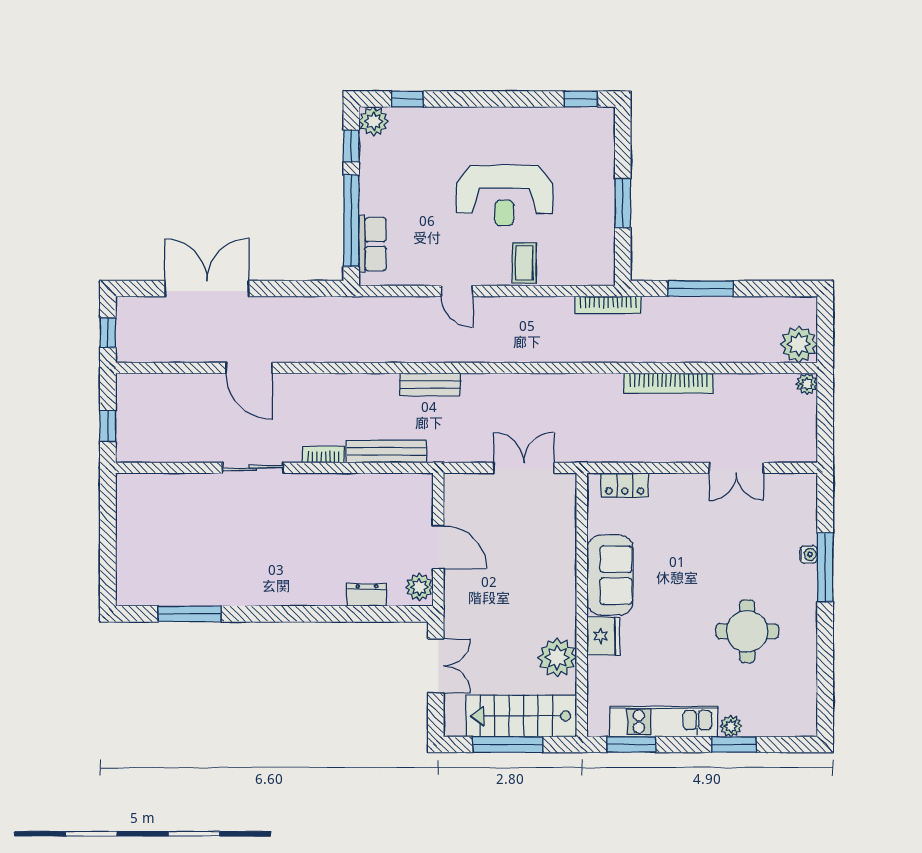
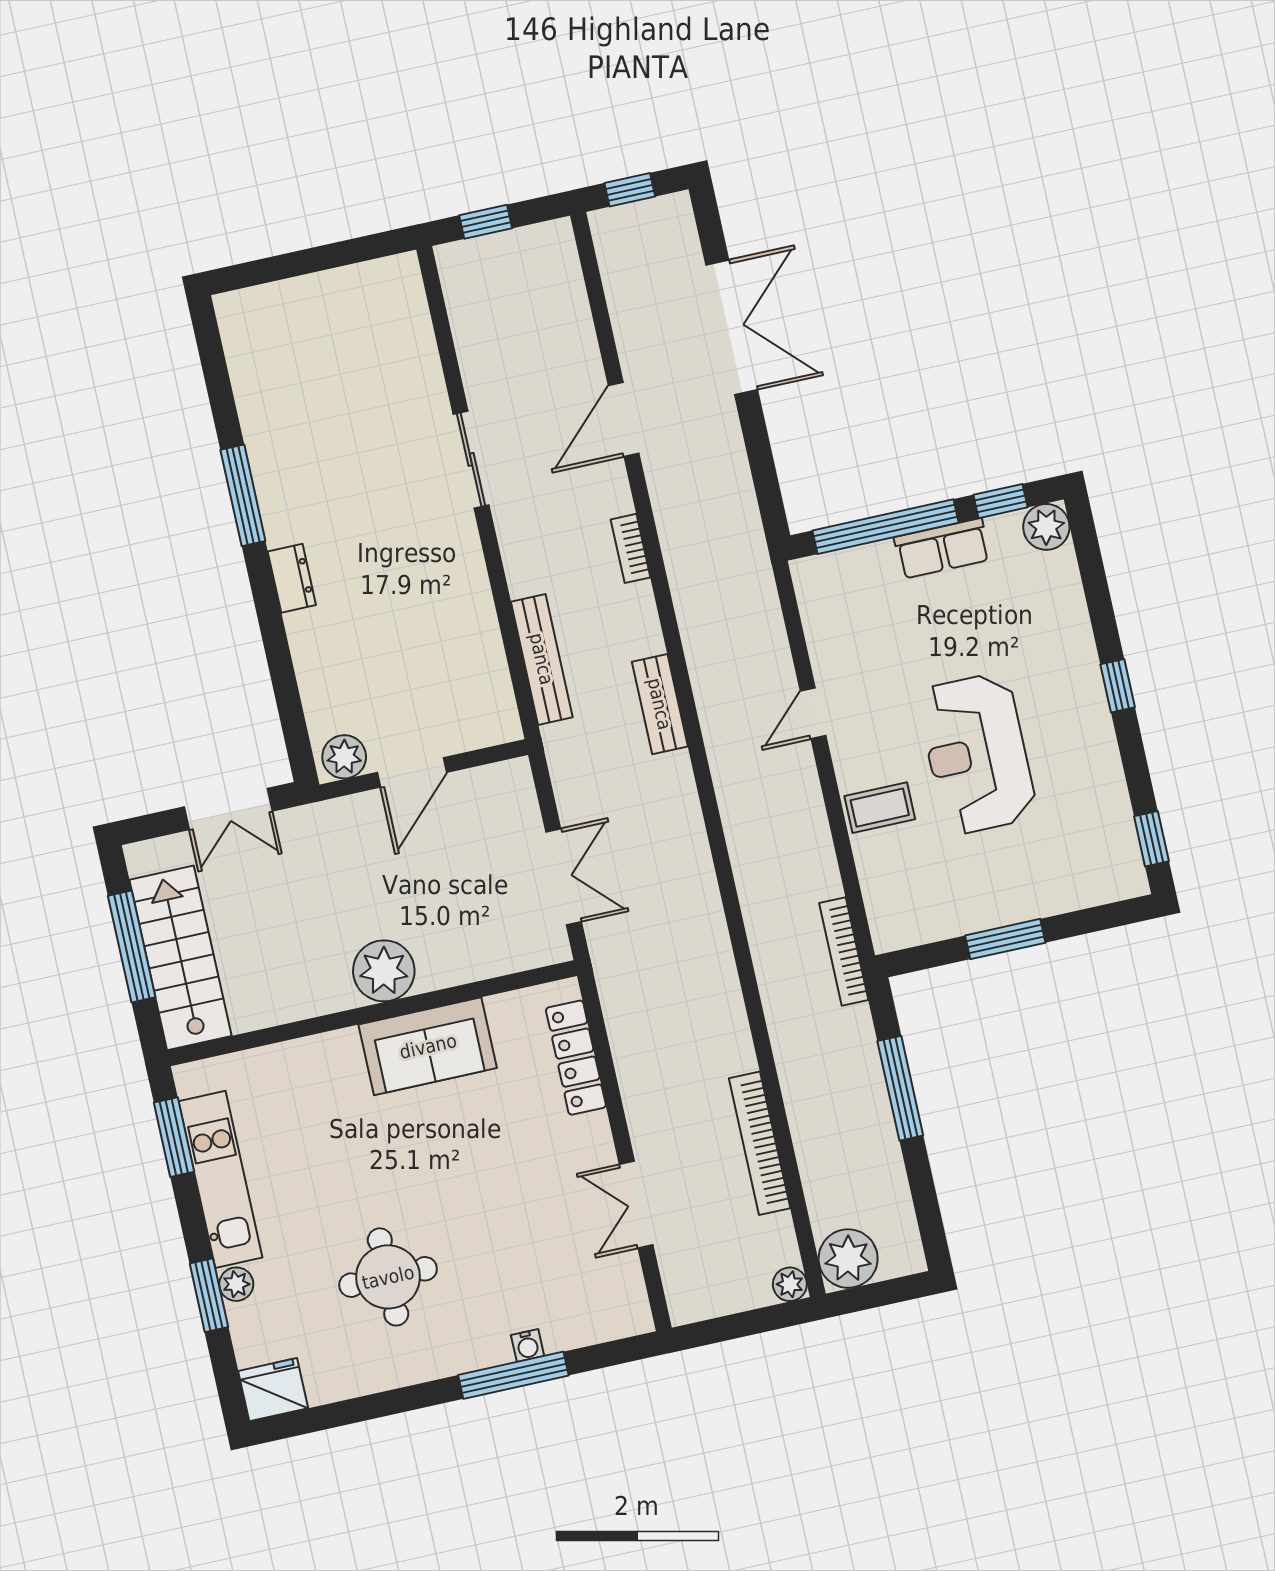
window: (408, 99) -> (1118, 686), moved
row of seats: (373, 244) -> (942, 549), moved
bookcase: (669, 383) -> (760, 1143), moved
bookcase: (323, 454) -> (631, 548), moved, turned 180
locker: (625, 485) -> (576, 1058), width x1.53
dresser: (367, 595) -> (292, 578), moved
window: (190, 614) -> (243, 495), moved
fridge: (603, 636) -> (273, 1390), moved, turned 180
plant: (557, 657) -> (384, 971), moved

